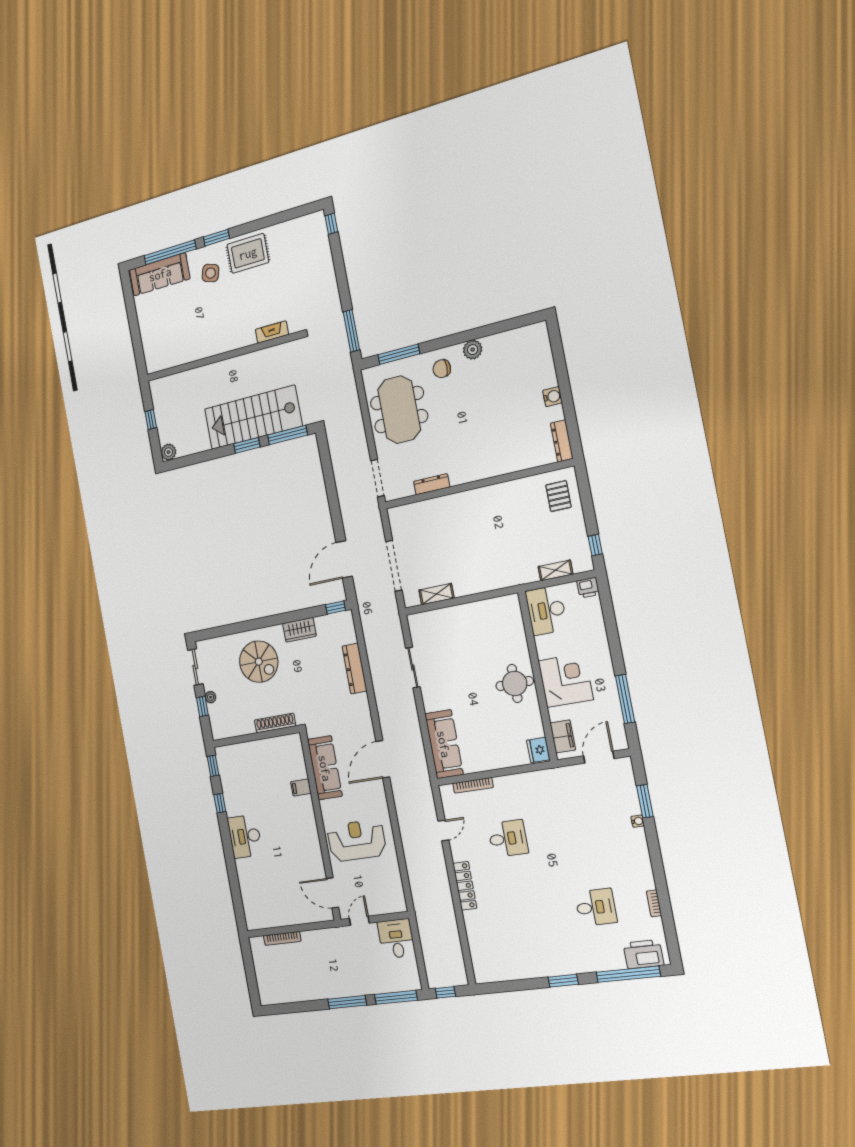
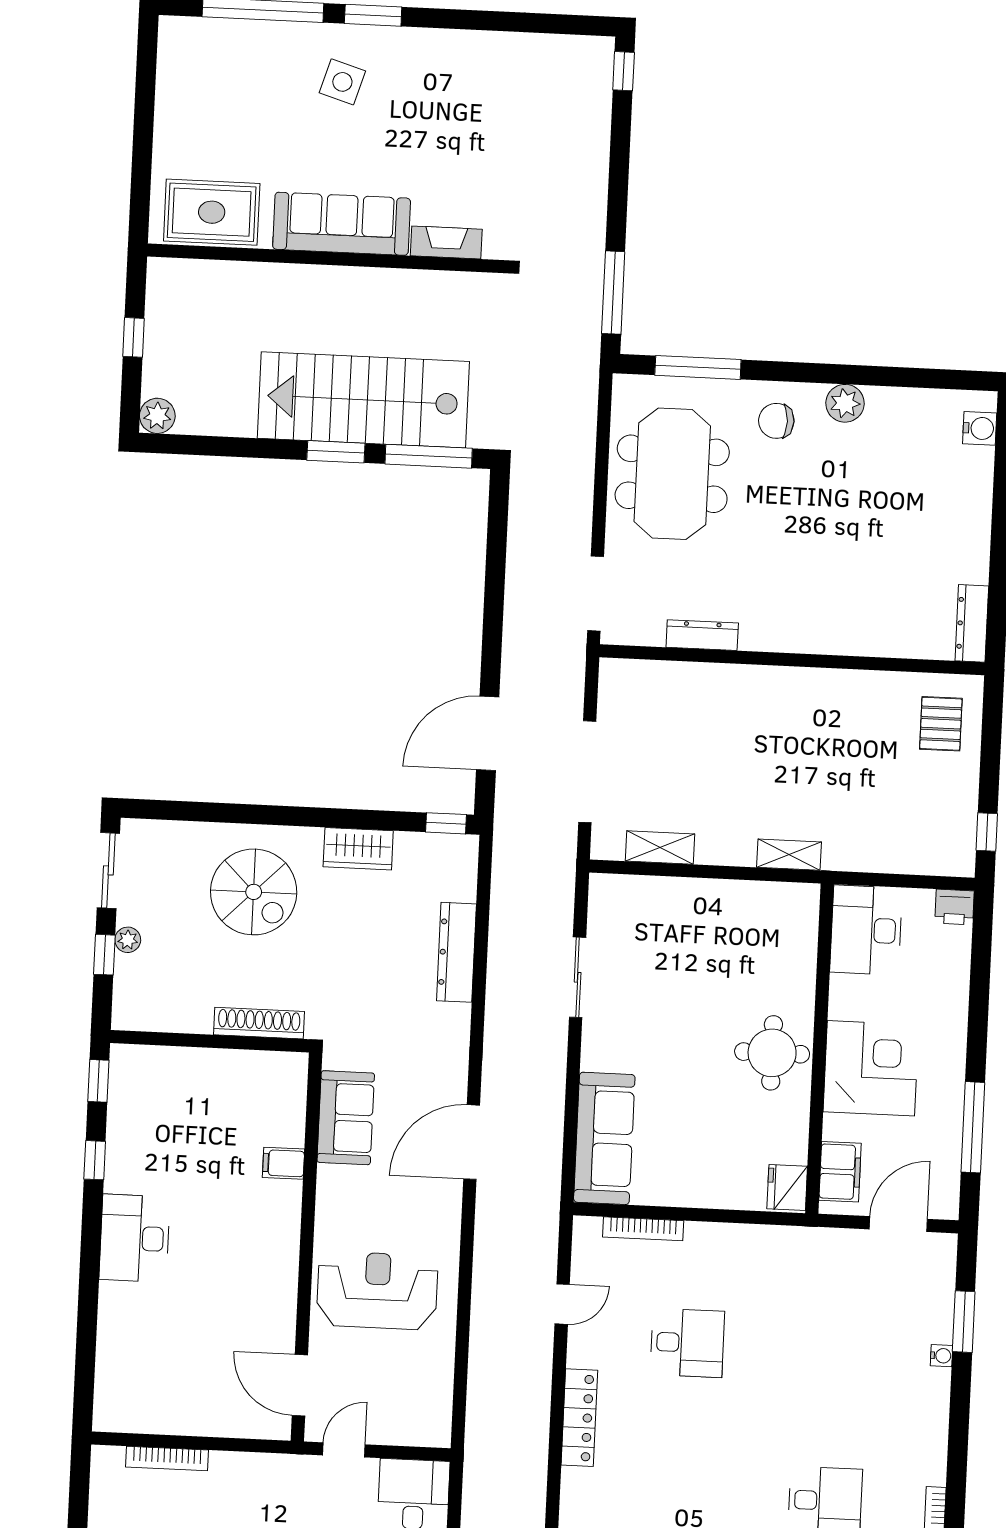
rug: (248, 253) -> (212, 212), moved
sofa: (160, 274) -> (342, 224), moved, turned 180
water cooler: (552, 397) -> (980, 428), moved
shelving: (555, 570) -> (789, 855), moved
sofa: (325, 768) -> (346, 1118), width x0.73

